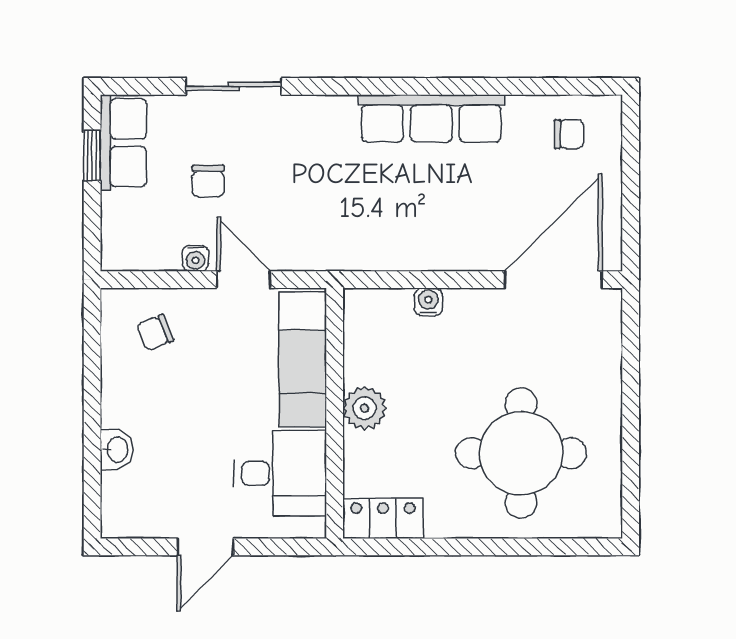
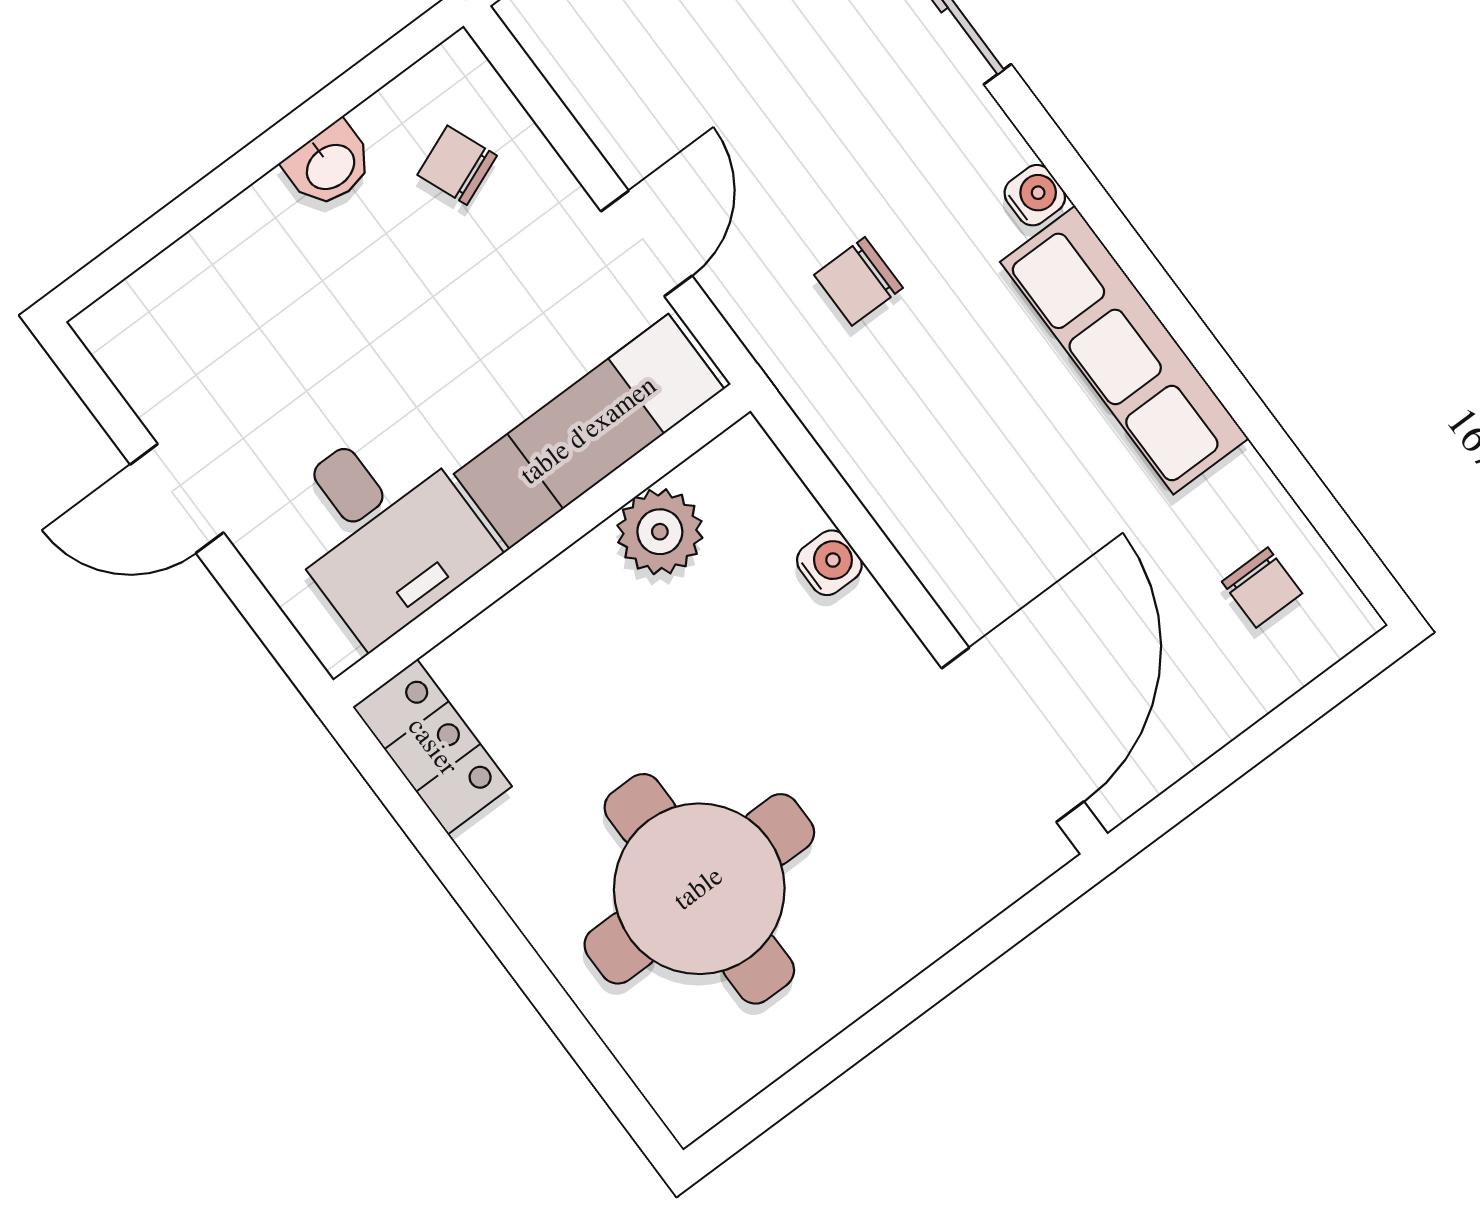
chair: (208, 181) -> (858, 281), moved
water cooler: (195, 258) -> (1035, 195), moved, turned 180
door: (553, 280) -> (1013, 735), hinge flipped
plant: (365, 408) -> (660, 532), moved
washbasin: (117, 450) -> (329, 165), moved

